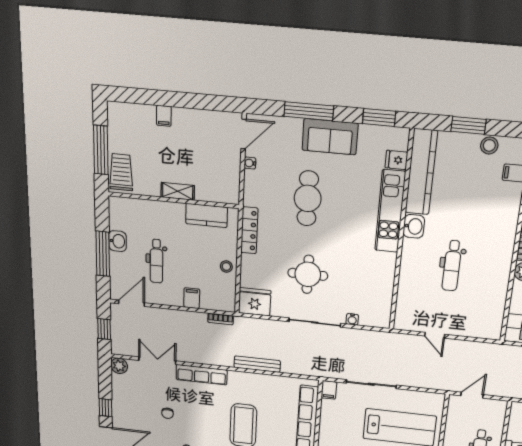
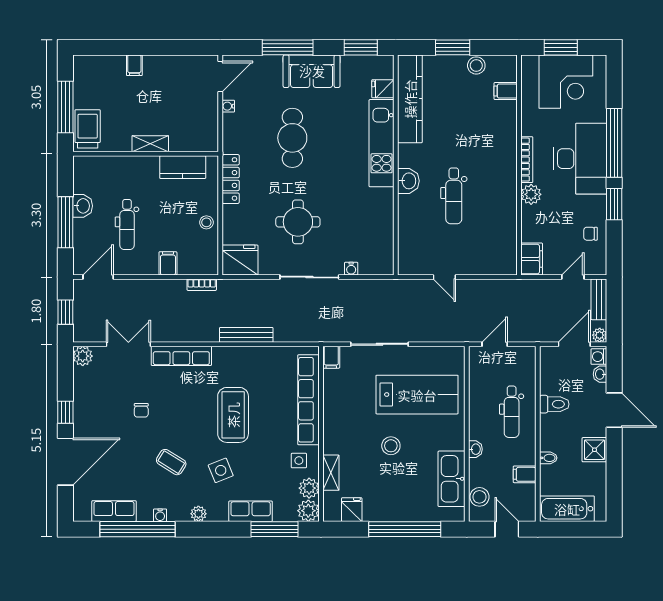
washbasin: (414, 226) -> (408, 181), moved

